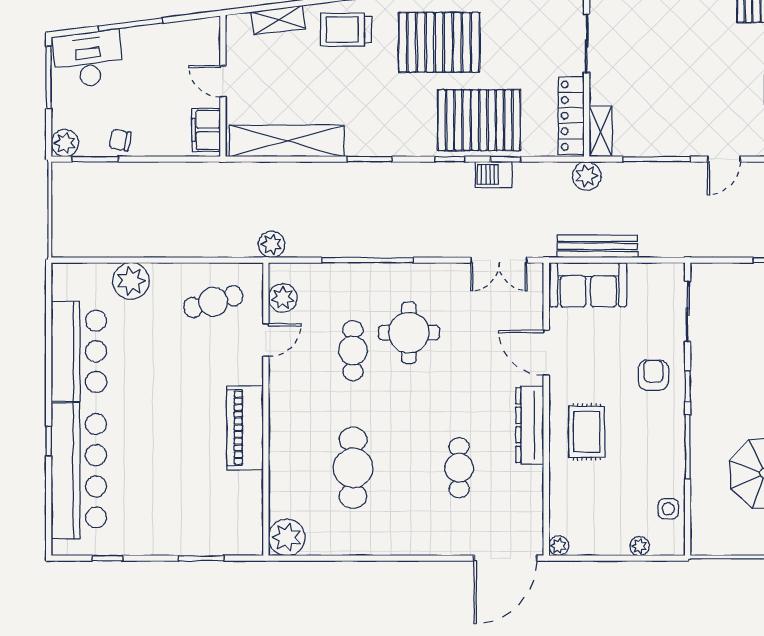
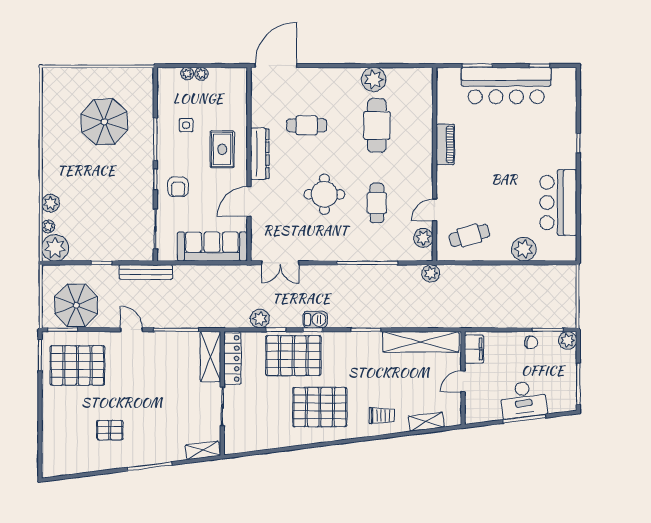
trolley: (346, 30) -> (382, 415), width x0.73, depth x0.72
desk: (88, 59) -> (523, 400), moved
door: (223, 81) -> (463, 381), swing flipped
shelving: (601, 131) -> (210, 357), width x1.50, depth x1.33
door: (724, 159) -> (131, 330), hinge flipped
barbecue: (493, 175) -> (315, 320), moved
plant: (587, 176) -> (260, 319), moved
bench: (597, 246) -> (146, 272), moved
double door: (499, 260) -> (280, 263), swing flipped
sofa: (588, 285) -> (212, 247), width x1.36
round table: (409, 333) -> (324, 194), moved
door: (546, 353) -> (249, 202), swing flipped
piano: (245, 428) -> (445, 144), width x0.73, depth x0.75
cafe table: (459, 468) -> (307, 125), turned 90
bar counter: (79, 471) -> (506, 86), moved, turned -90
side table: (668, 509) -> (186, 125), moved
plant: (287, 537) -> (374, 79), moved
plant: (559, 546) -> (201, 74), moved

